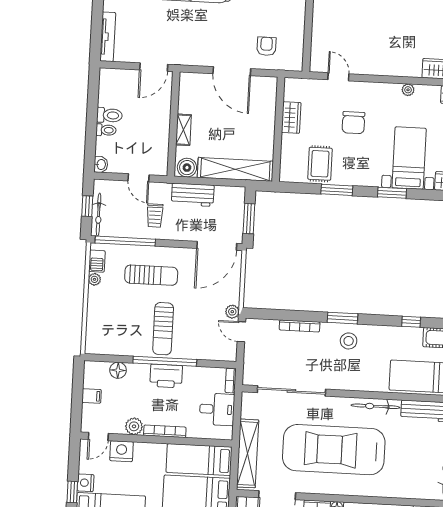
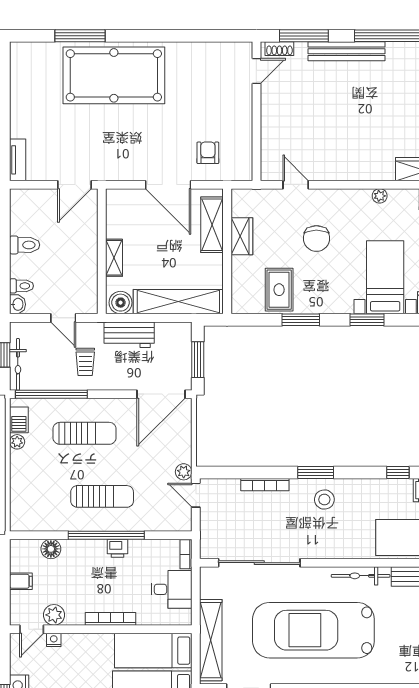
tv unit: (108, 37) -> (18, 160), width x0.71
shelving: (267, 107) -> (212, 225), added
toilet: (106, 130) -> (21, 286), moved
sun lounger: (163, 329) -> (102, 496), turned -90
printer: (166, 376) -> (118, 548), width x0.53, depth x0.68
plant: (134, 426) -> (54, 615), moved
nightstand: (121, 451) -> (54, 640), width x0.53, depth x0.56

